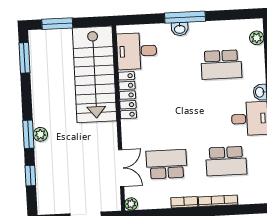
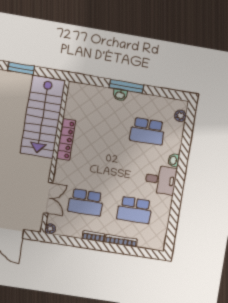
desk: (137, 51) -> (81, 105), removed
school desk: (167, 164) -> (86, 202), turned 180

